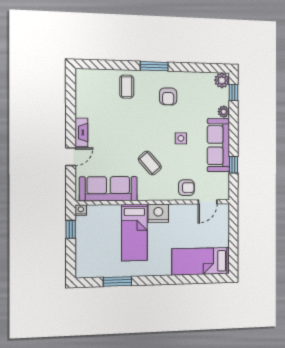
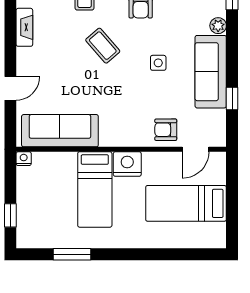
fireplace: (81, 132) -> (24, 27), moved
coffee table: (150, 163) -> (103, 46), moved
armchair: (186, 188) -> (166, 130), turned 180
window: (71, 229) -> (10, 215), moved
bed: (201, 261) -> (186, 203), moved

